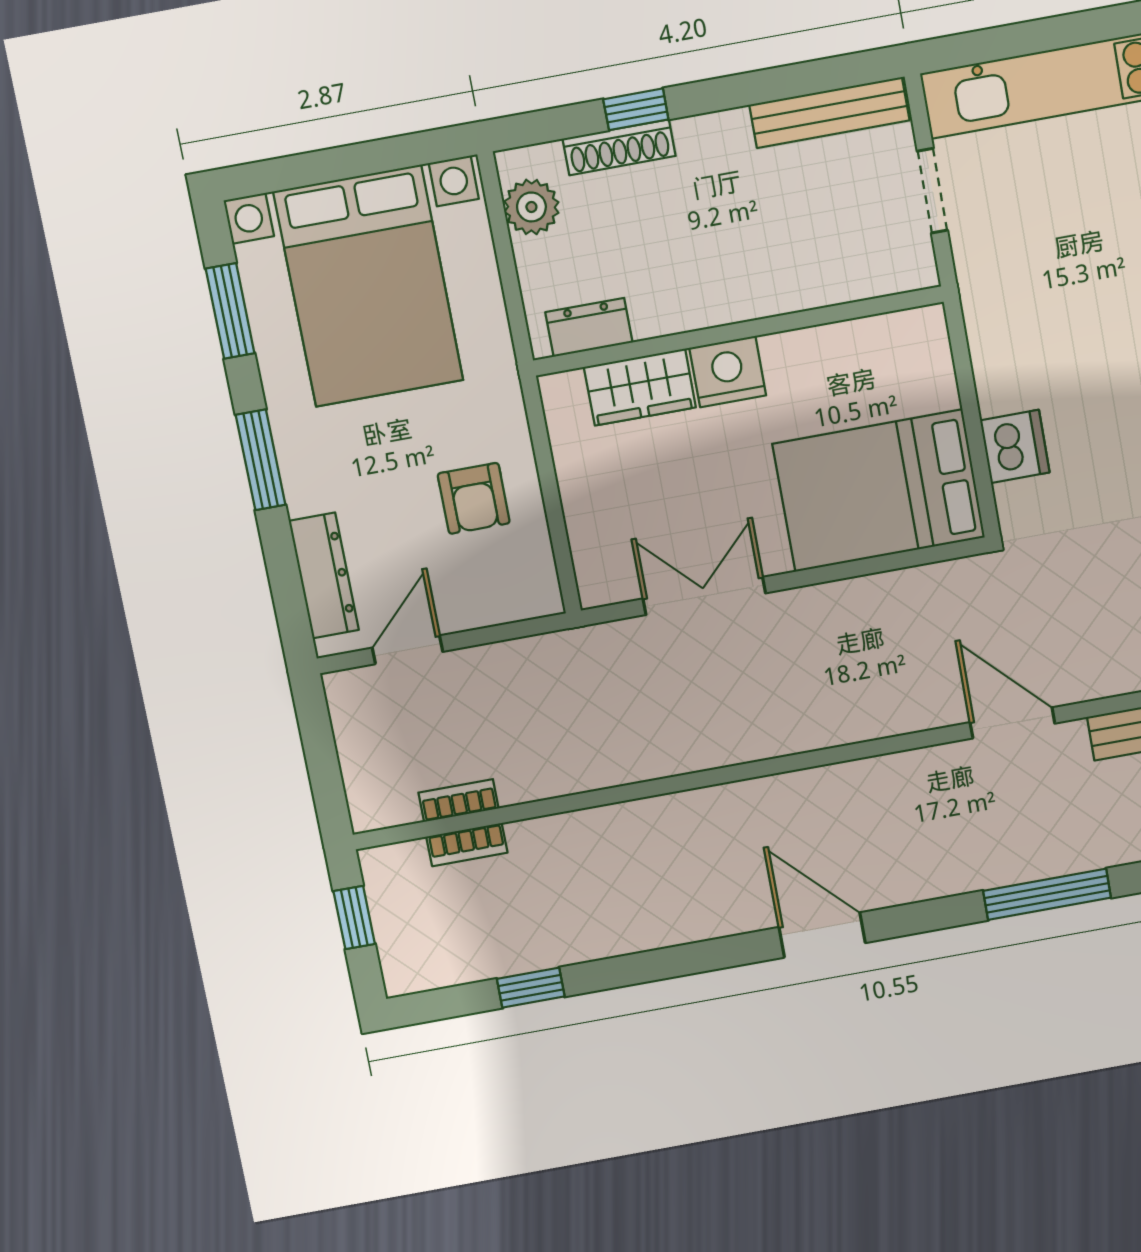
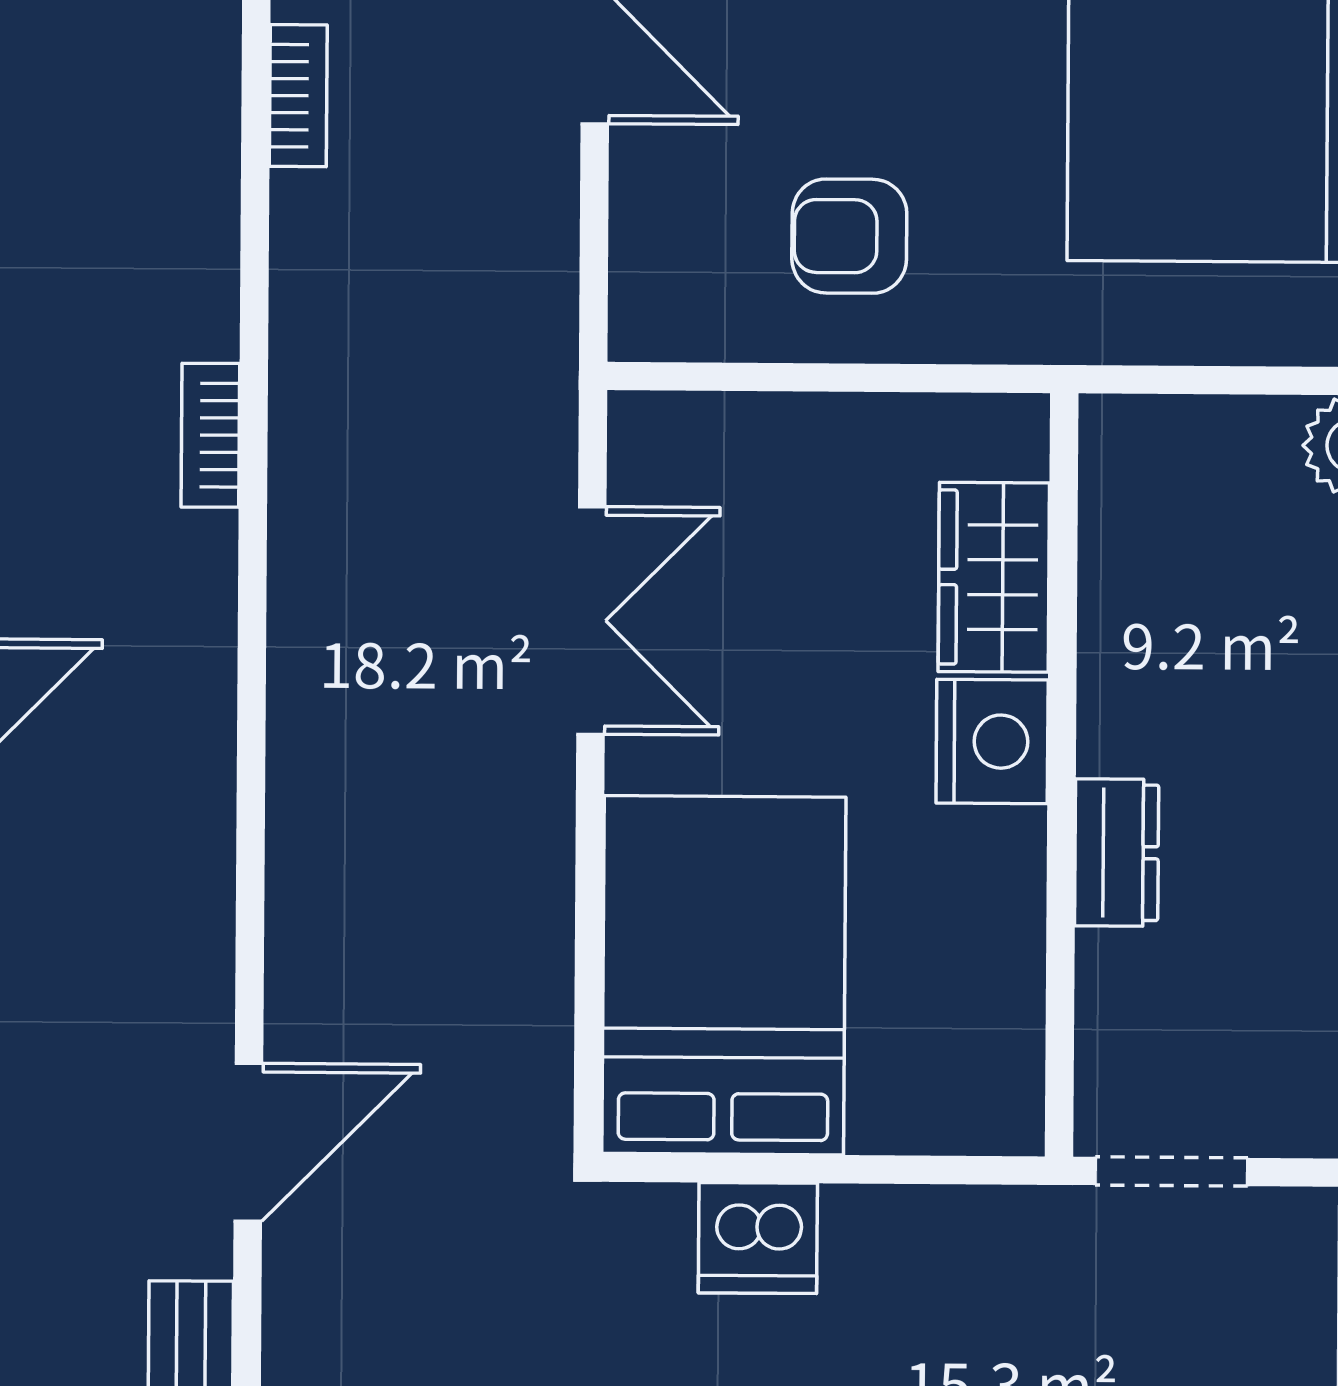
doorway: (932, 191) -> (1171, 1172), moved
dresser: (589, 327) -> (1117, 853), moved
bookcase: (467, 845) -> (210, 435), moved

